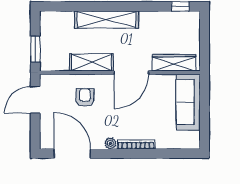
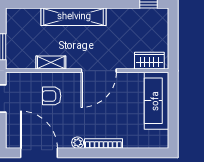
shelving: (91, 62) -> (51, 63), width x0.67, depth x0.75
wardrobe: (174, 63) -> (149, 61), width x0.67
armchair: (85, 98) -> (52, 96), turned -90

